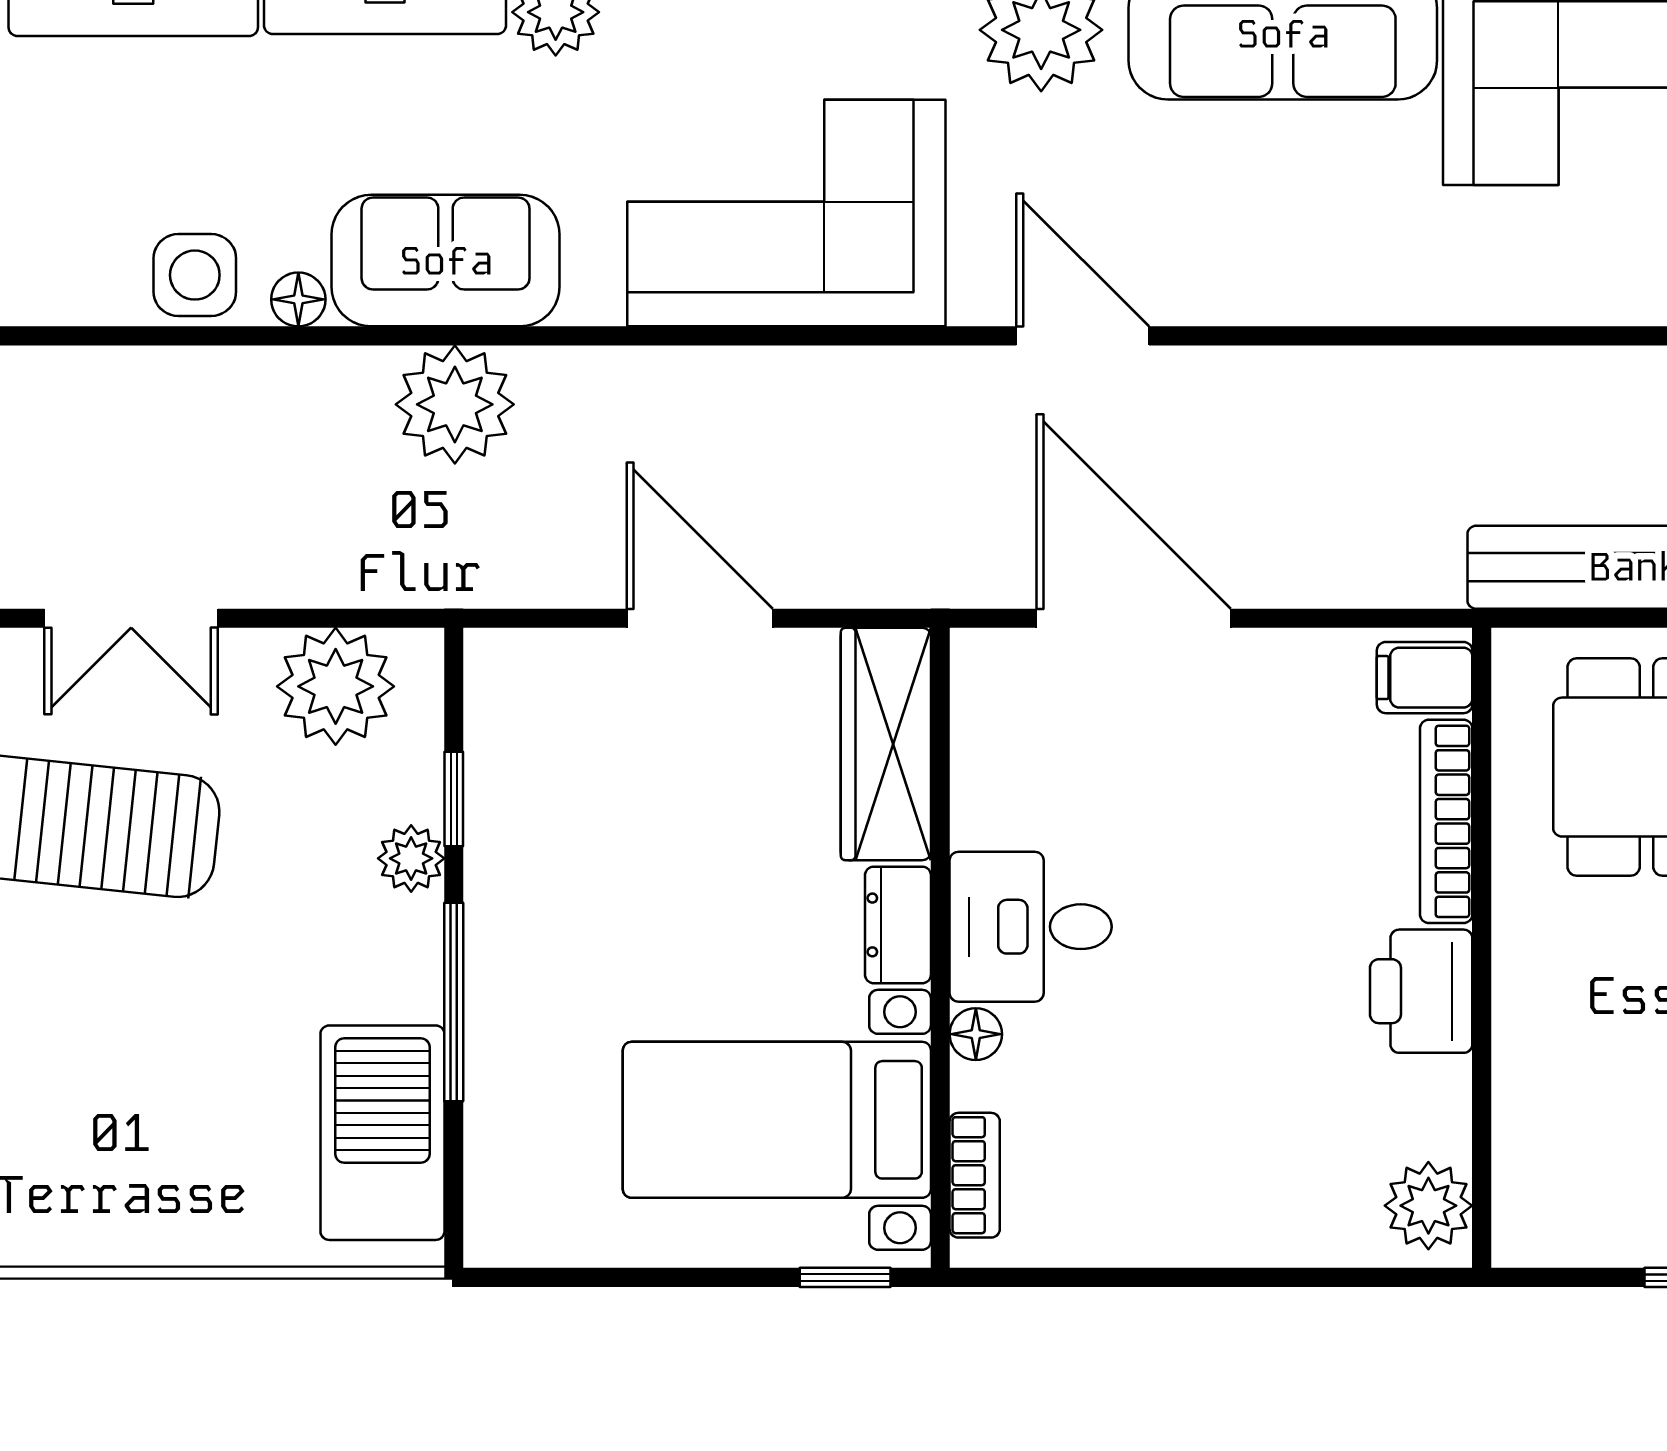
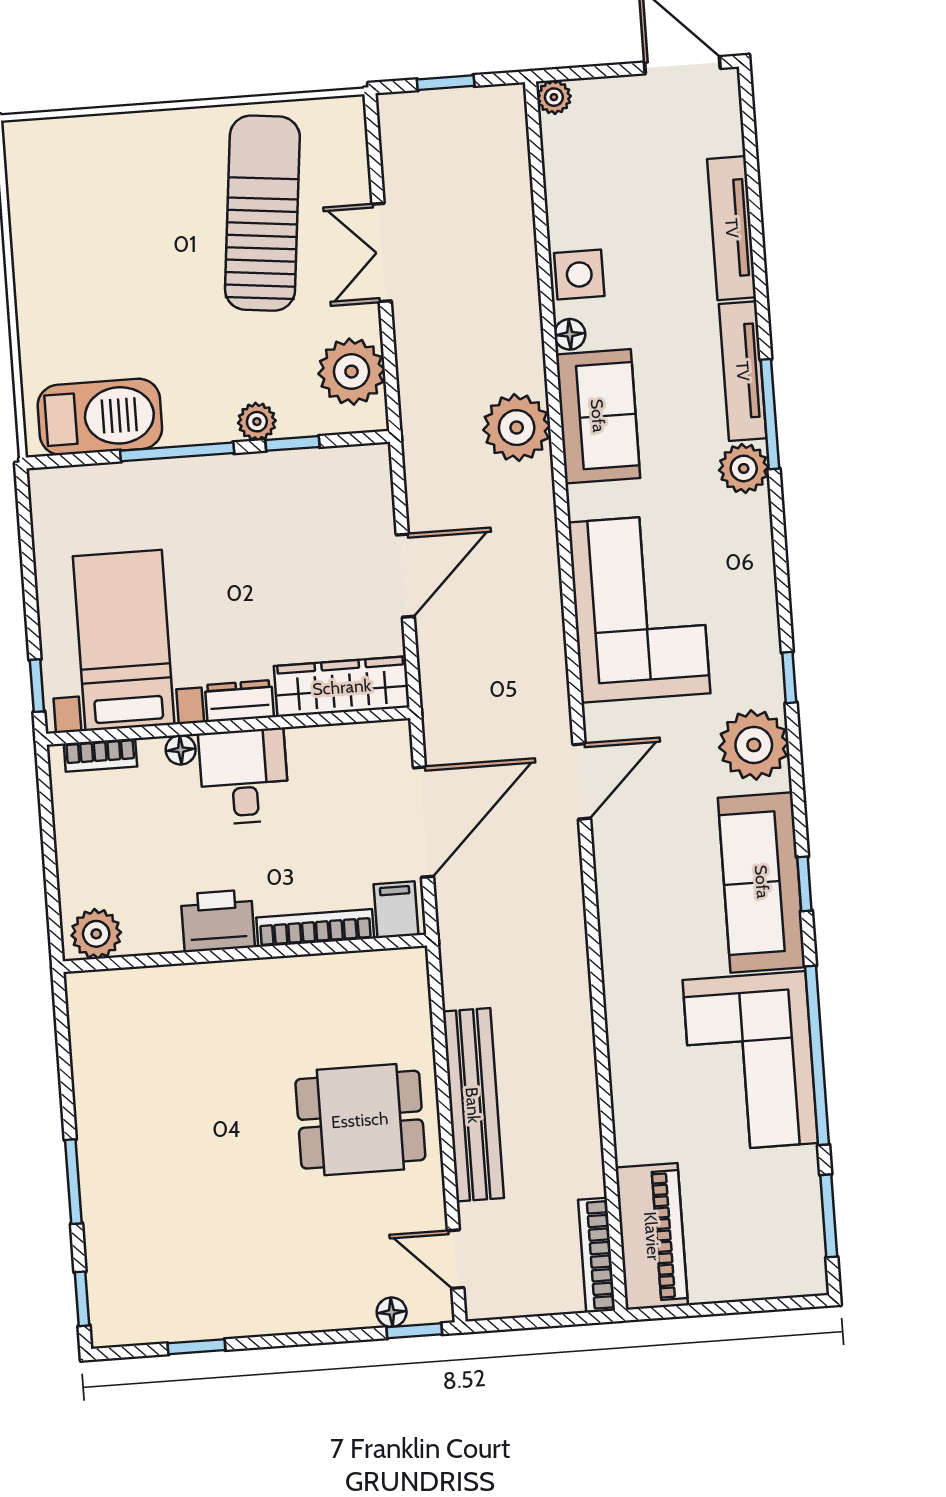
filing cabinet: (1425, 678) -> (396, 910), moved
bookcase: (1446, 821) -> (315, 928), moved
wall: (1482, 948) -> (245, 953), moved
printer: (1421, 991) -> (218, 921), moved
plant: (1428, 1206) -> (96, 934), moved

